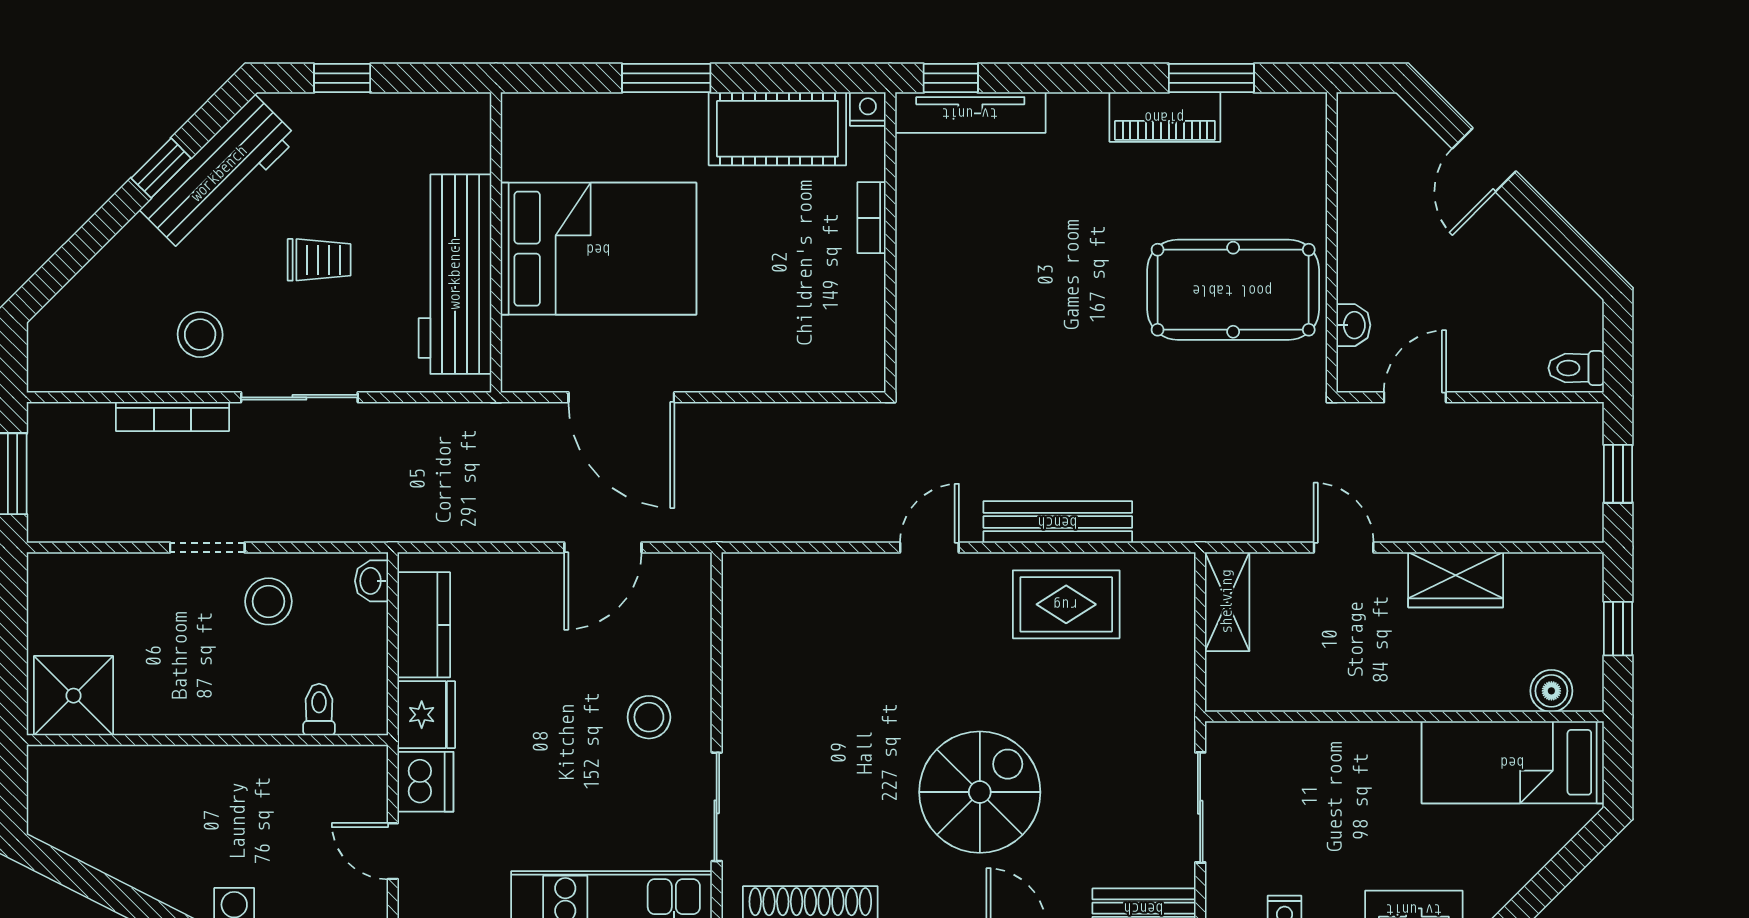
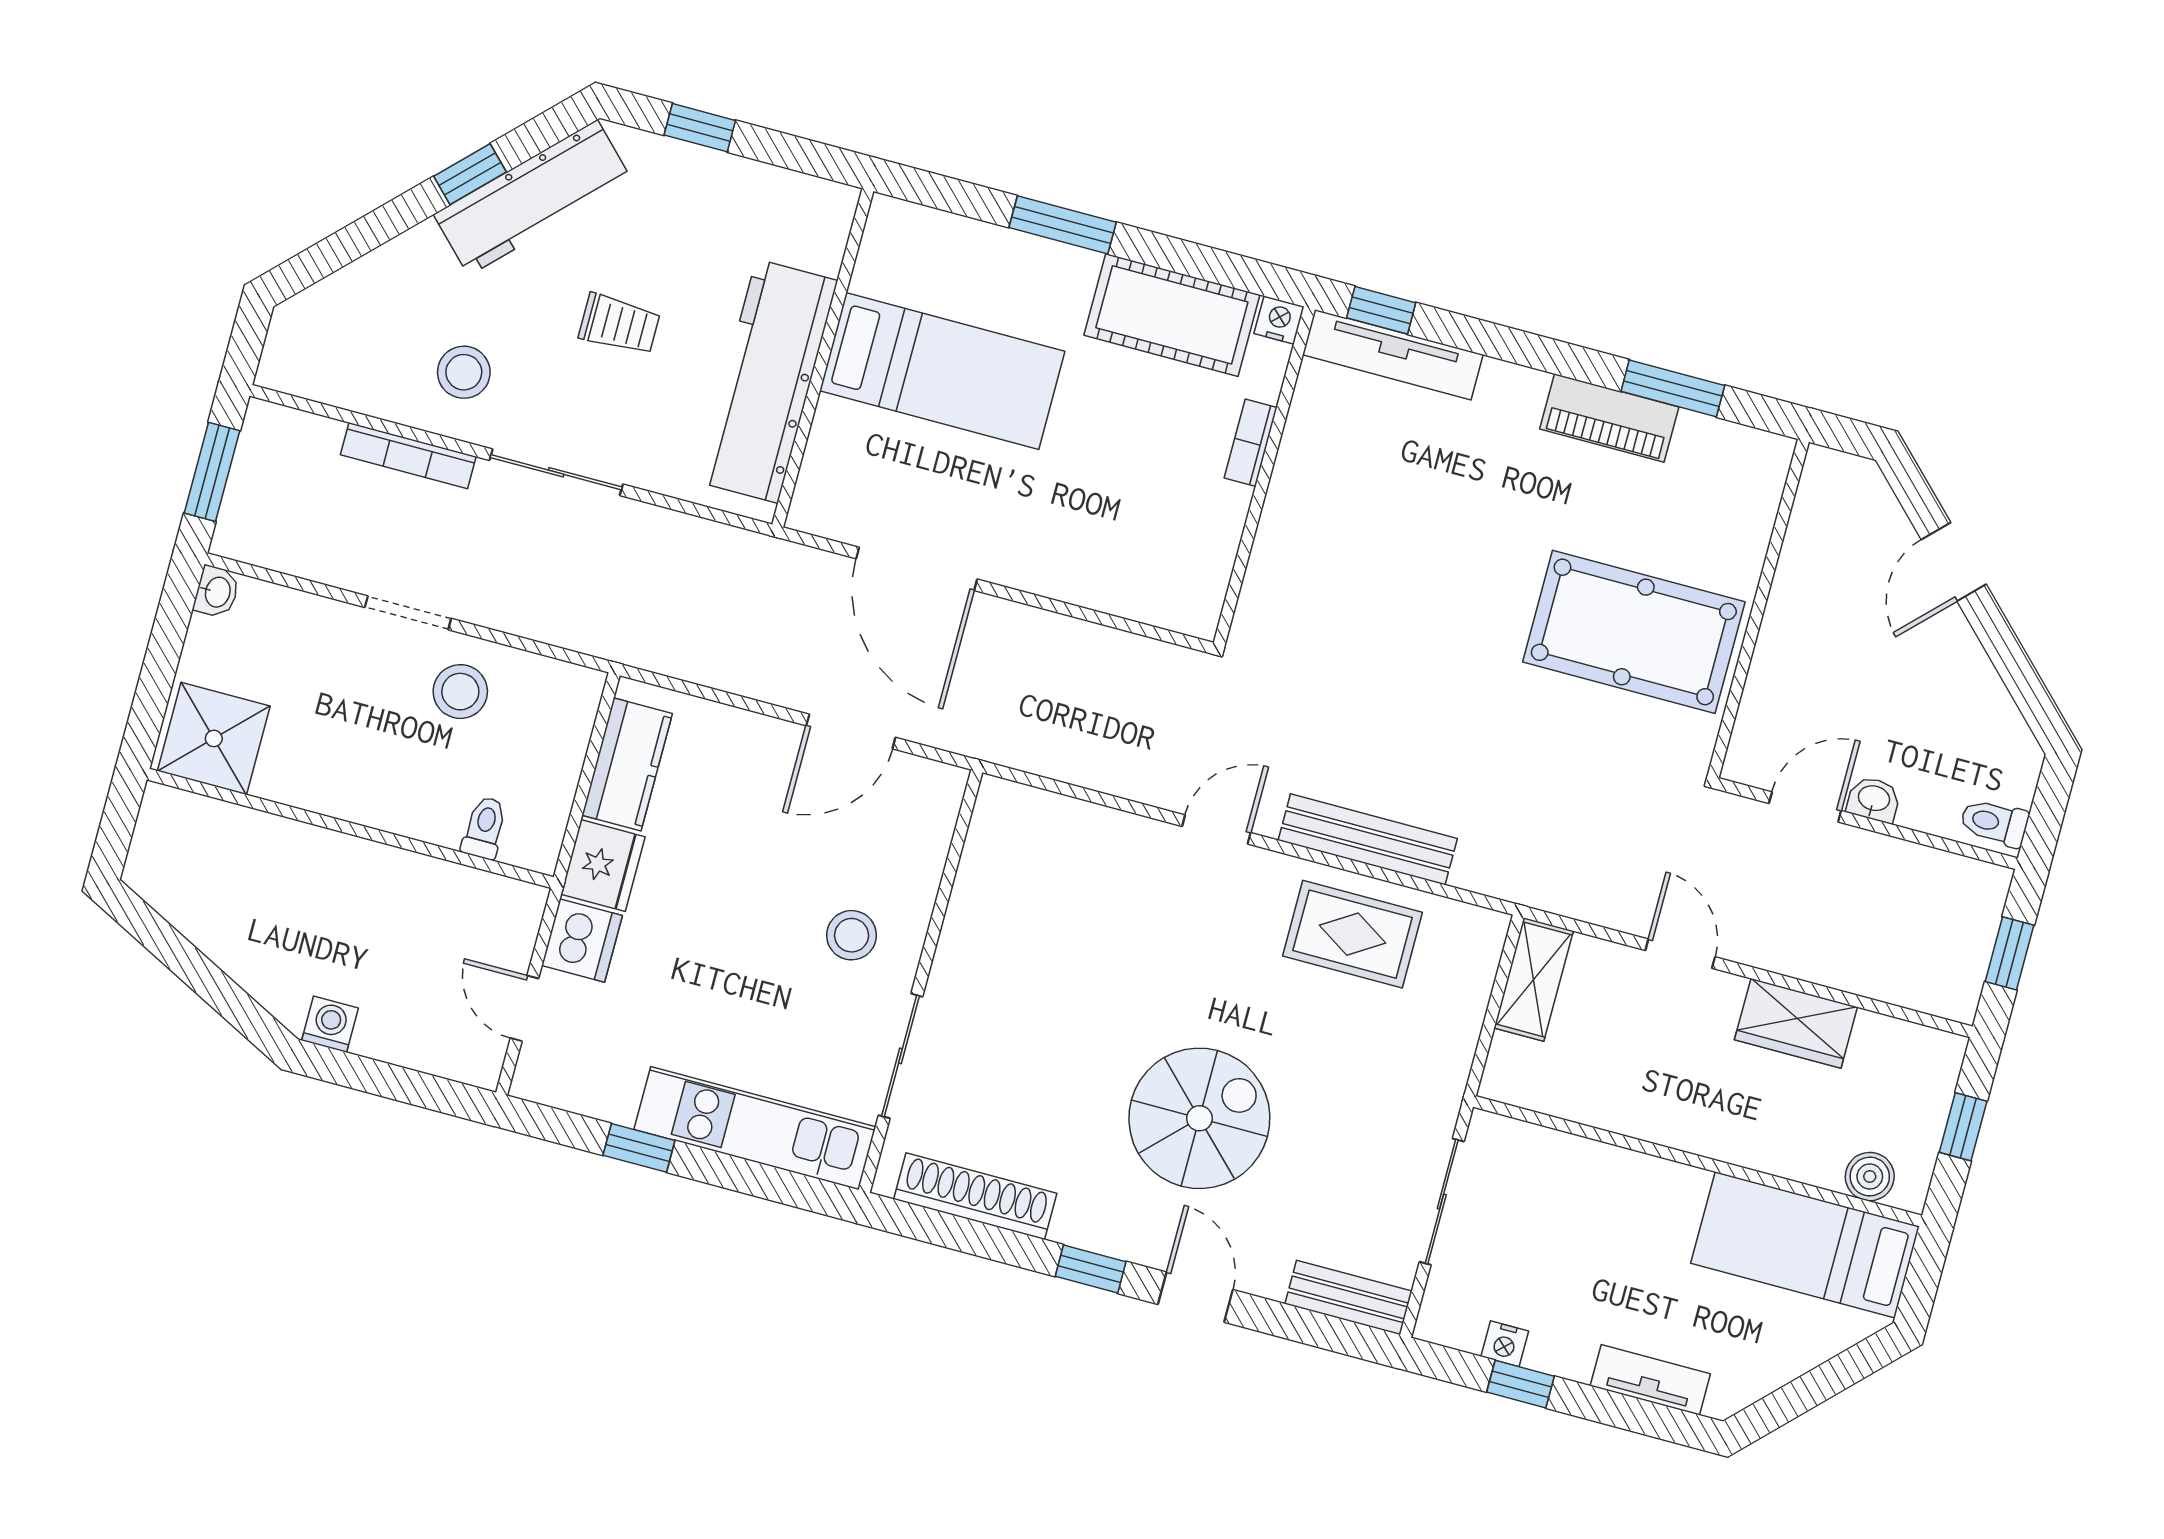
bed: (599, 249) -> (942, 371), width x0.67
washbasin: (1353, 325) -> (1874, 799), moved, turned -90
washbasin: (371, 581) -> (217, 592), moved, turned 180

